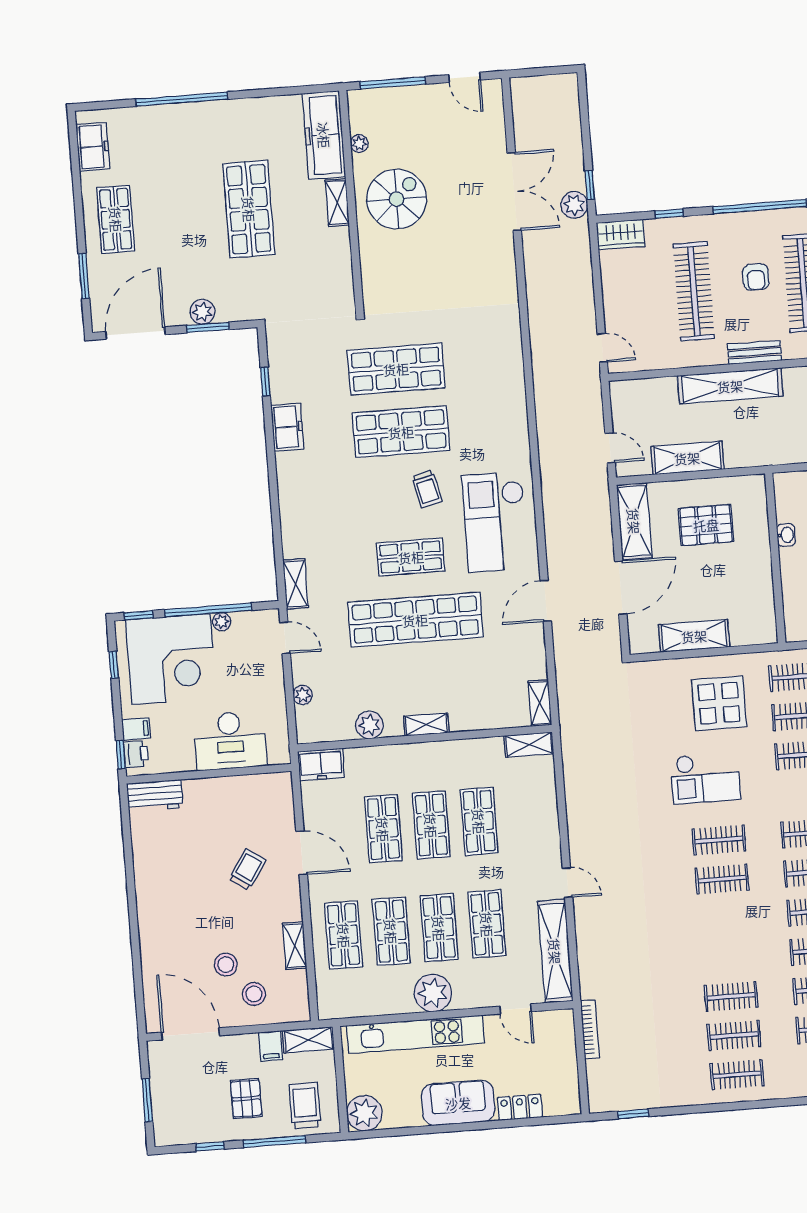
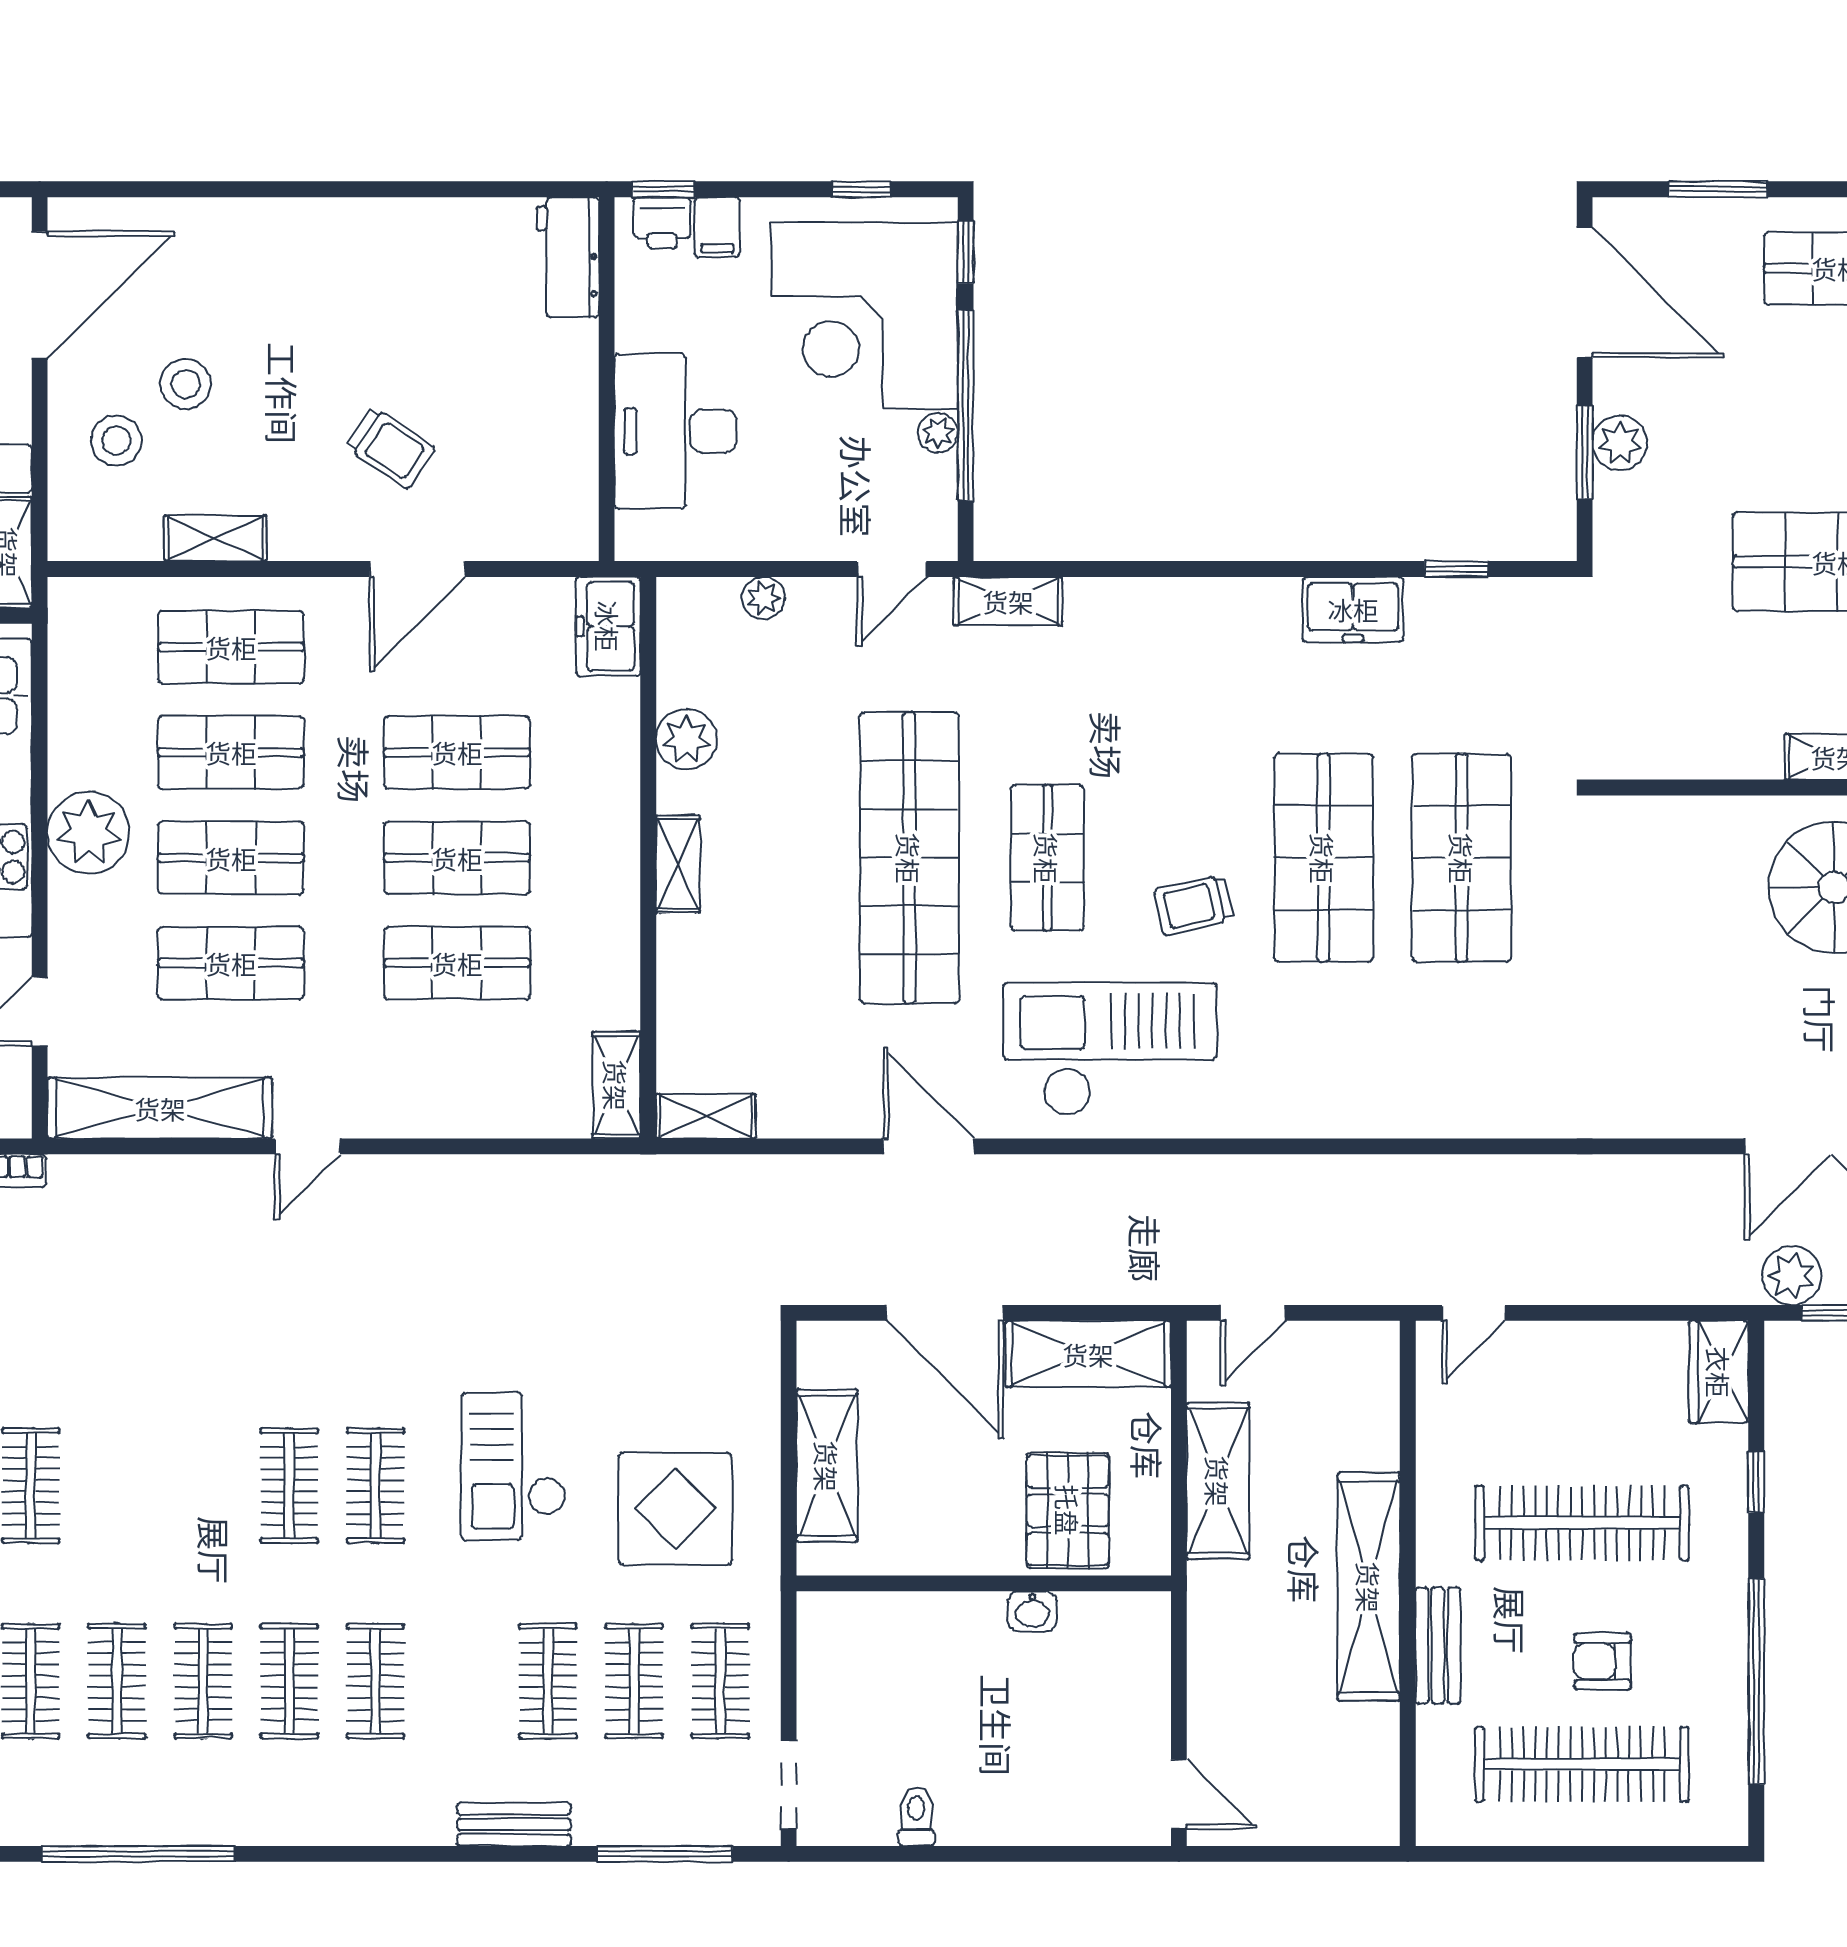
washbasin: (786, 535) -> (1032, 1611), moved
wall: (775, 558) -> (984, 1583), moved

